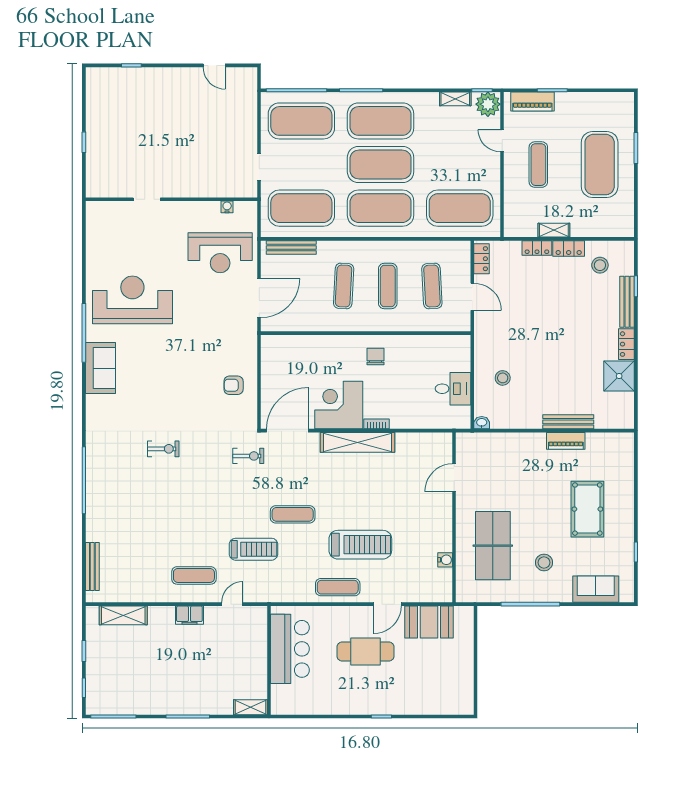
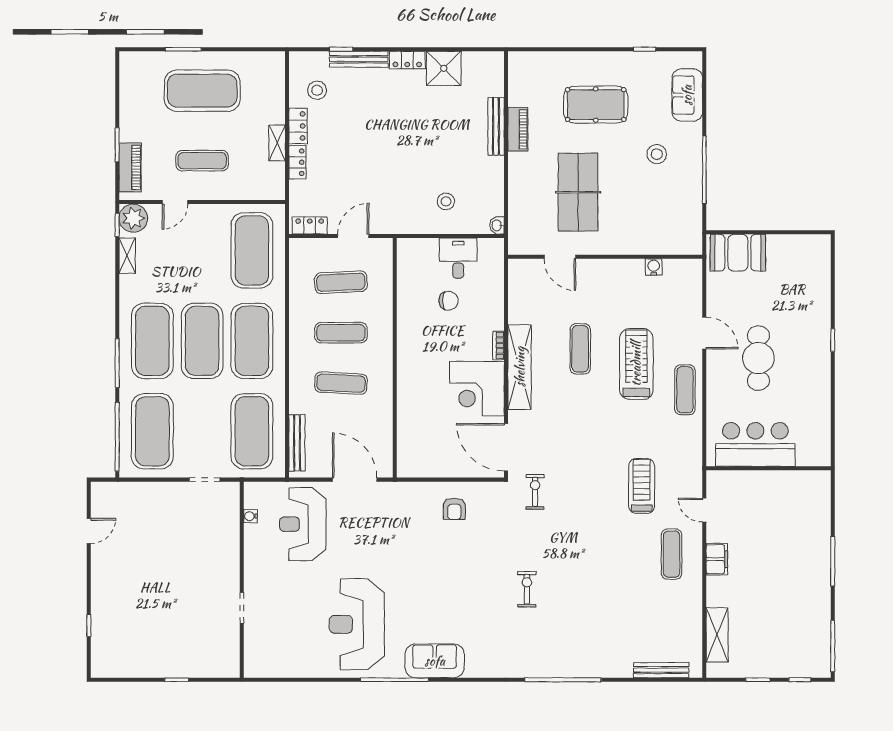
reception desk: (220, 253) -> (303, 524), turned 180
chair: (375, 356) -> (449, 301), moved, turned 180
exercise mat: (293, 514) -> (580, 349), moved
table tennis table: (493, 546) -> (578, 192), moved, turned 90
booth: (429, 622) -> (738, 253), moved, turned 90
shelving: (251, 707) -> (822, 489), removed

